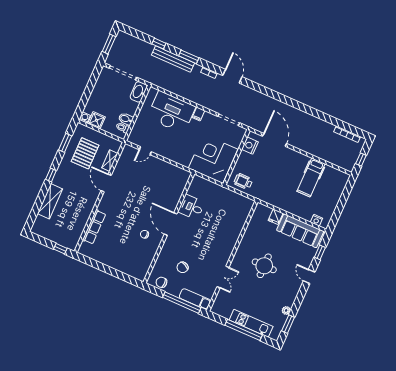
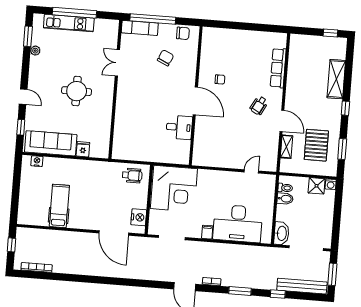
bench: (173, 59) -> (302, 286), moved
wheelchair: (120, 202) -> (259, 106), added
window: (60, 249) -> (330, 33), moved

